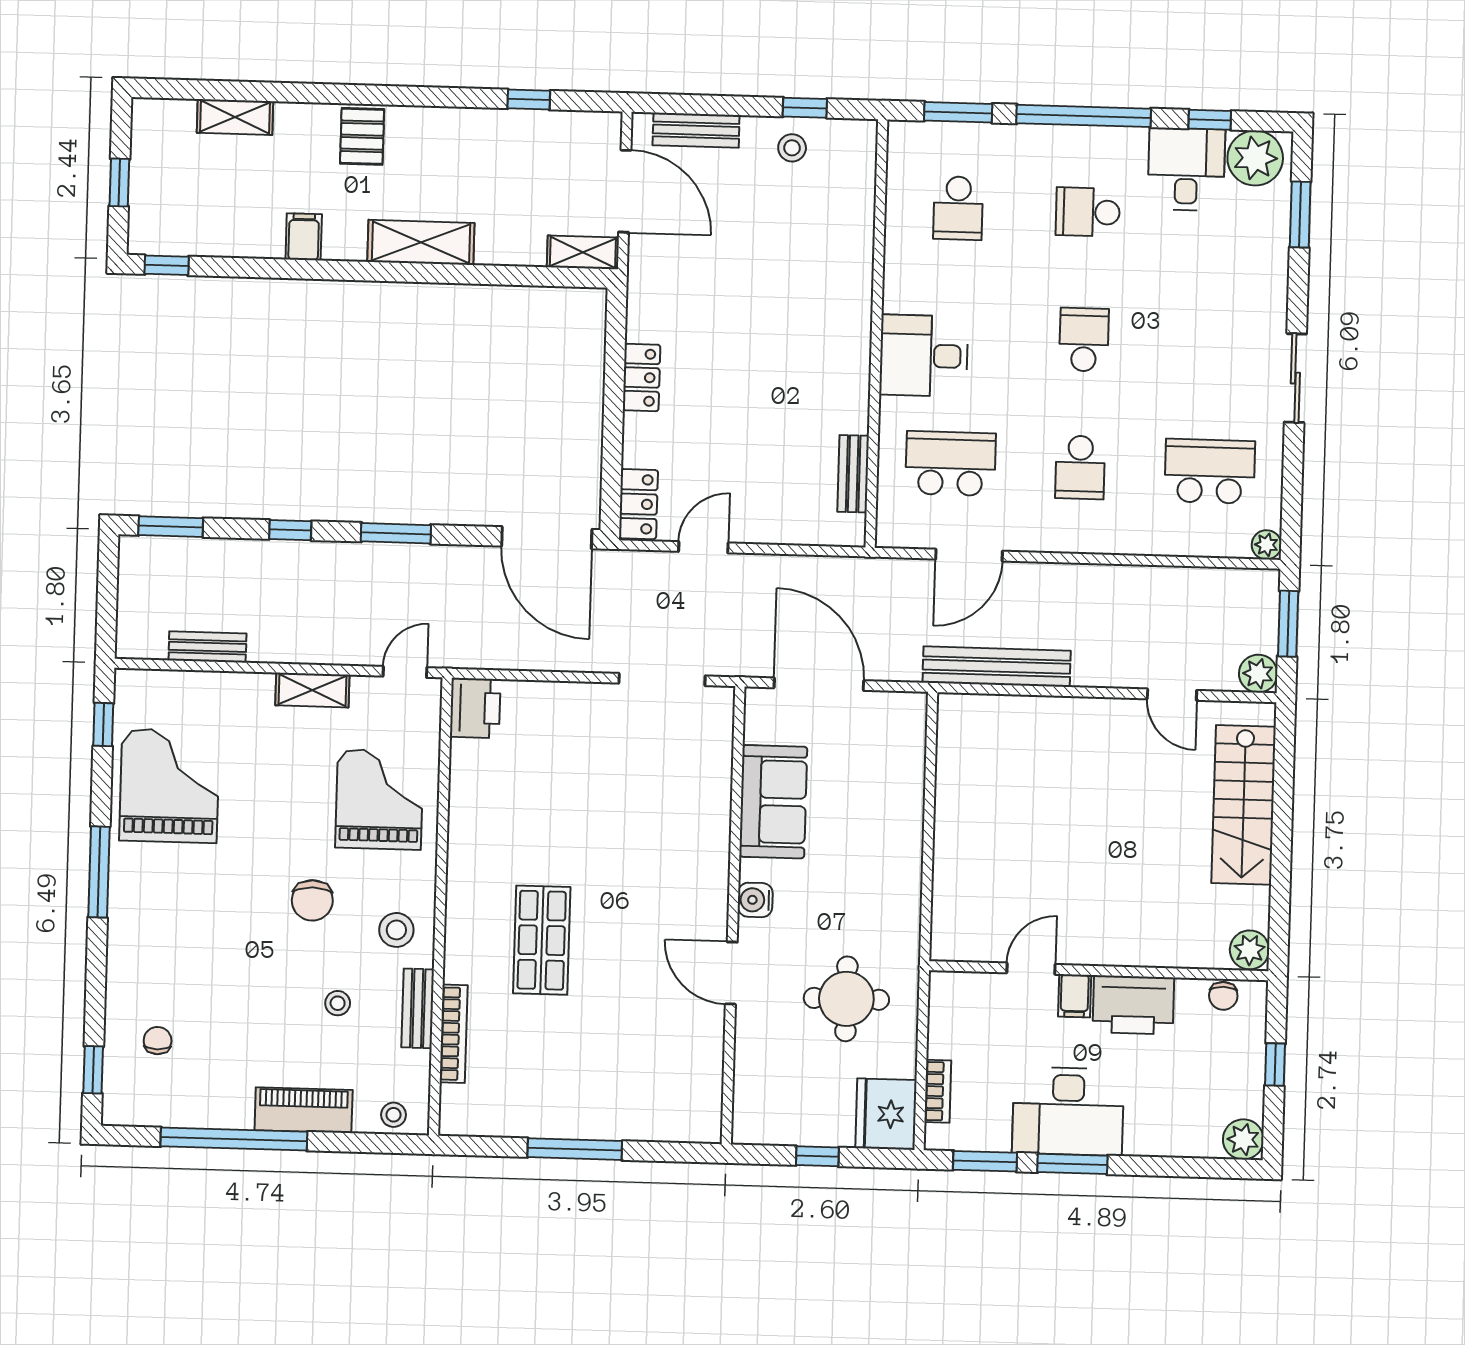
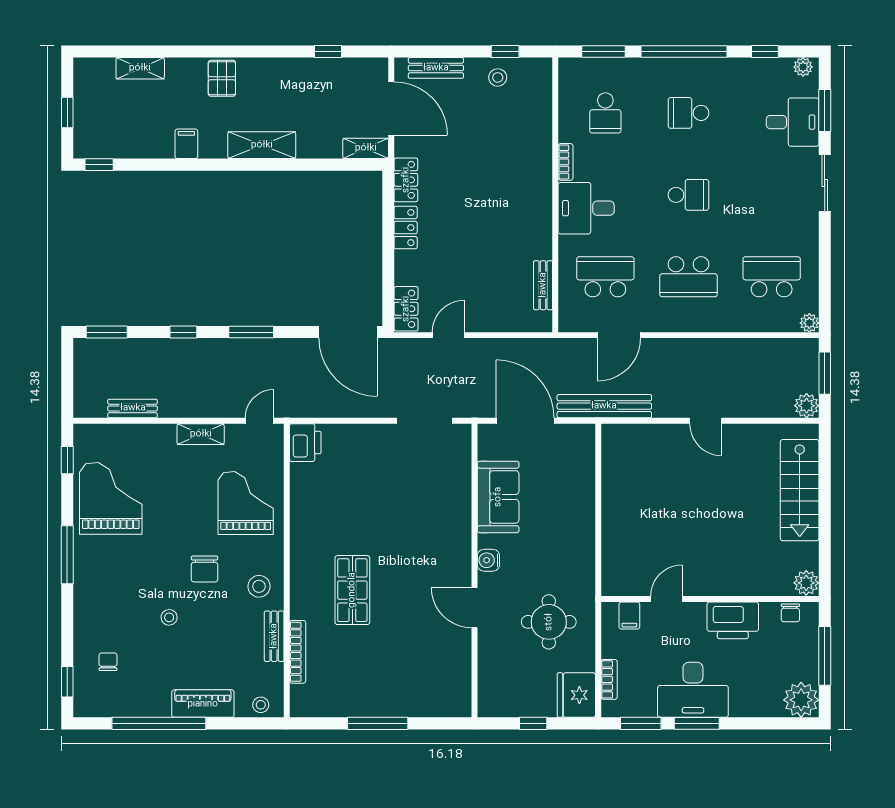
plant: (1255, 158) -> (803, 67), width x0.53, depth x0.53
desk: (1186, 169) -> (793, 122), moved, turned 90
bookcase: (894, 283) -> (566, 162), added
locker: (644, 303) -> (406, 180), added
school desk: (1084, 340) -> (688, 195), turned 90
sliding door: (1295, 378) -> (825, 183), moved
school desk: (1080, 467) -> (688, 277), width x1.85
bench: (997, 667) -> (604, 406), moved
door: (1172, 695) -> (706, 421), moved
filing cabinet: (1075, 996) -> (629, 616), moved
stool: (338, 1003) -> (169, 617), moved
window: (1275, 1065) -> (825, 656), width x2.17
plant: (1243, 1139) -> (801, 700), width x1.36, depth x1.36

